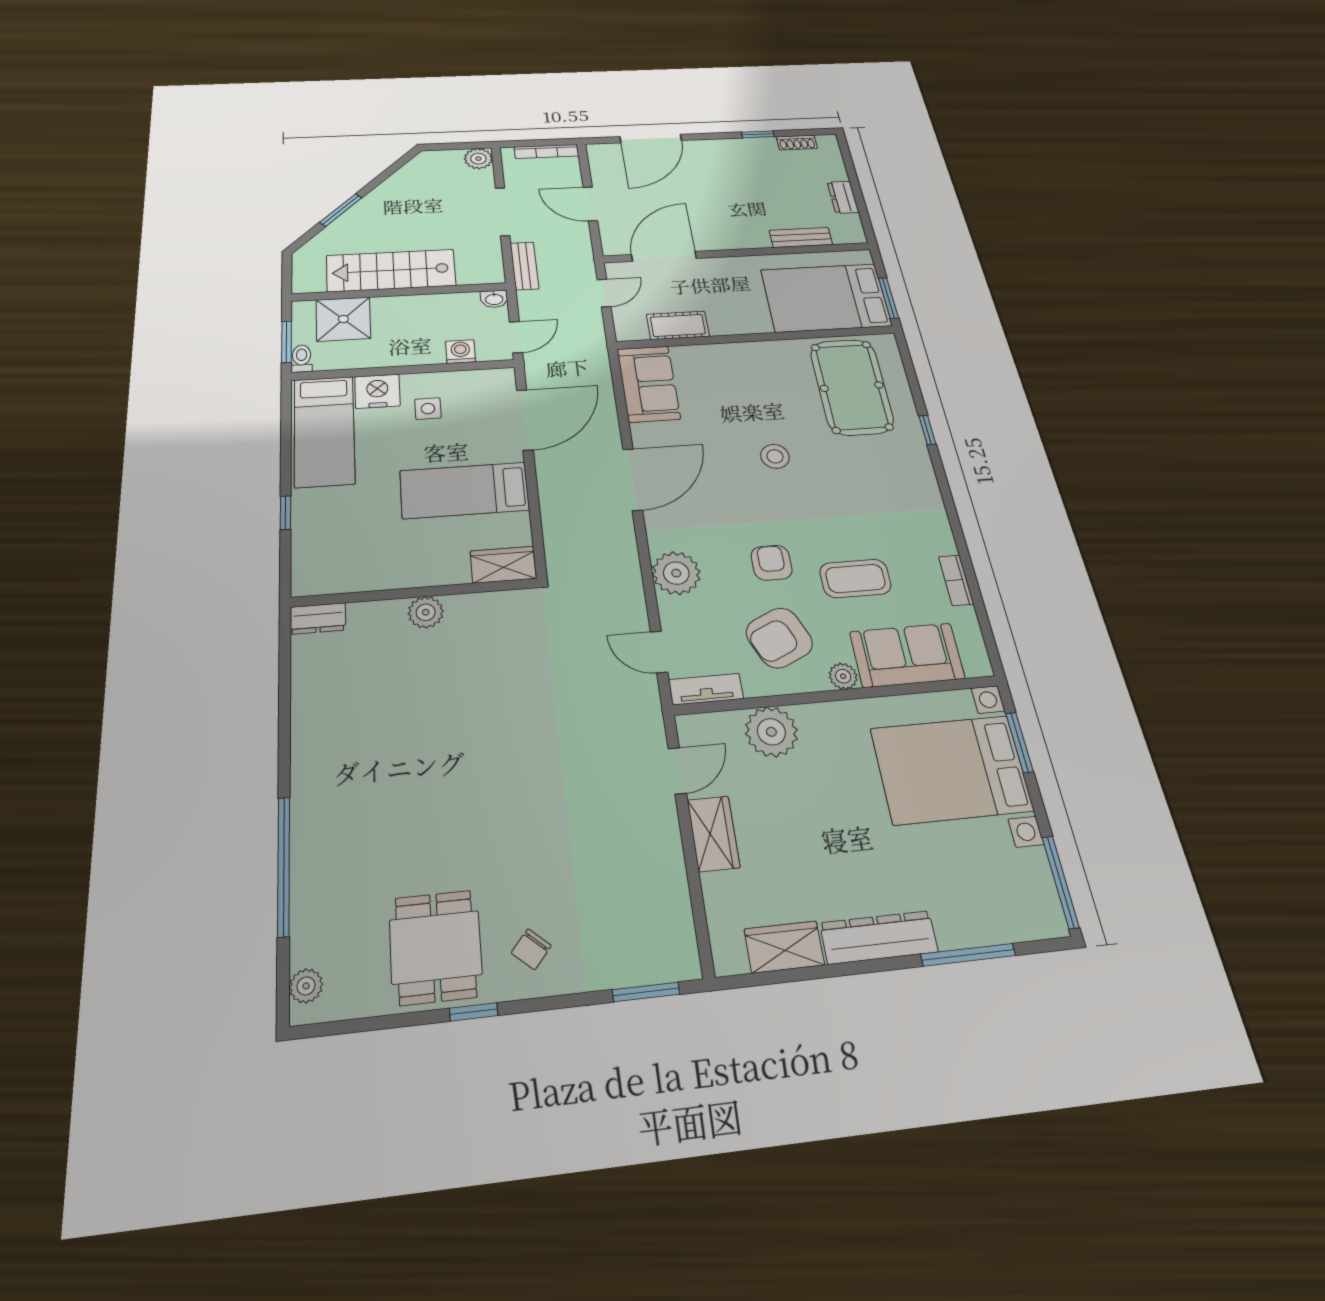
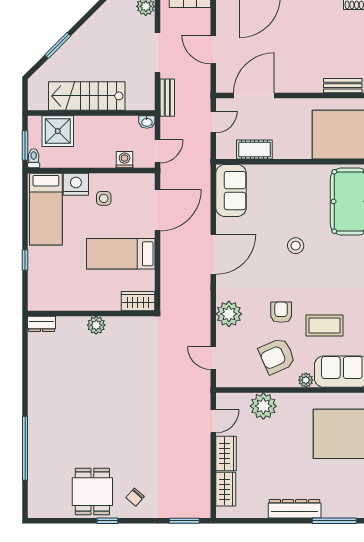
tv unit: (706, 689) -> (234, 380), removed
wardrobe: (784, 947) -> (226, 489), moved, turned 90
plant: (306, 986) -> (35, 502), removed

